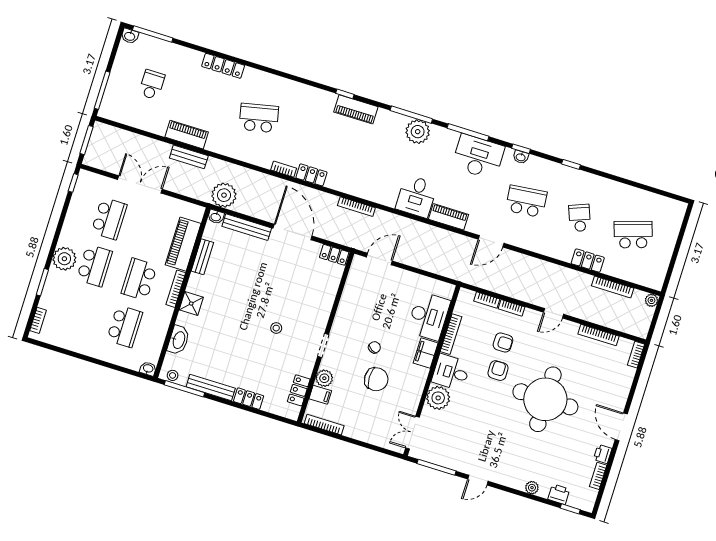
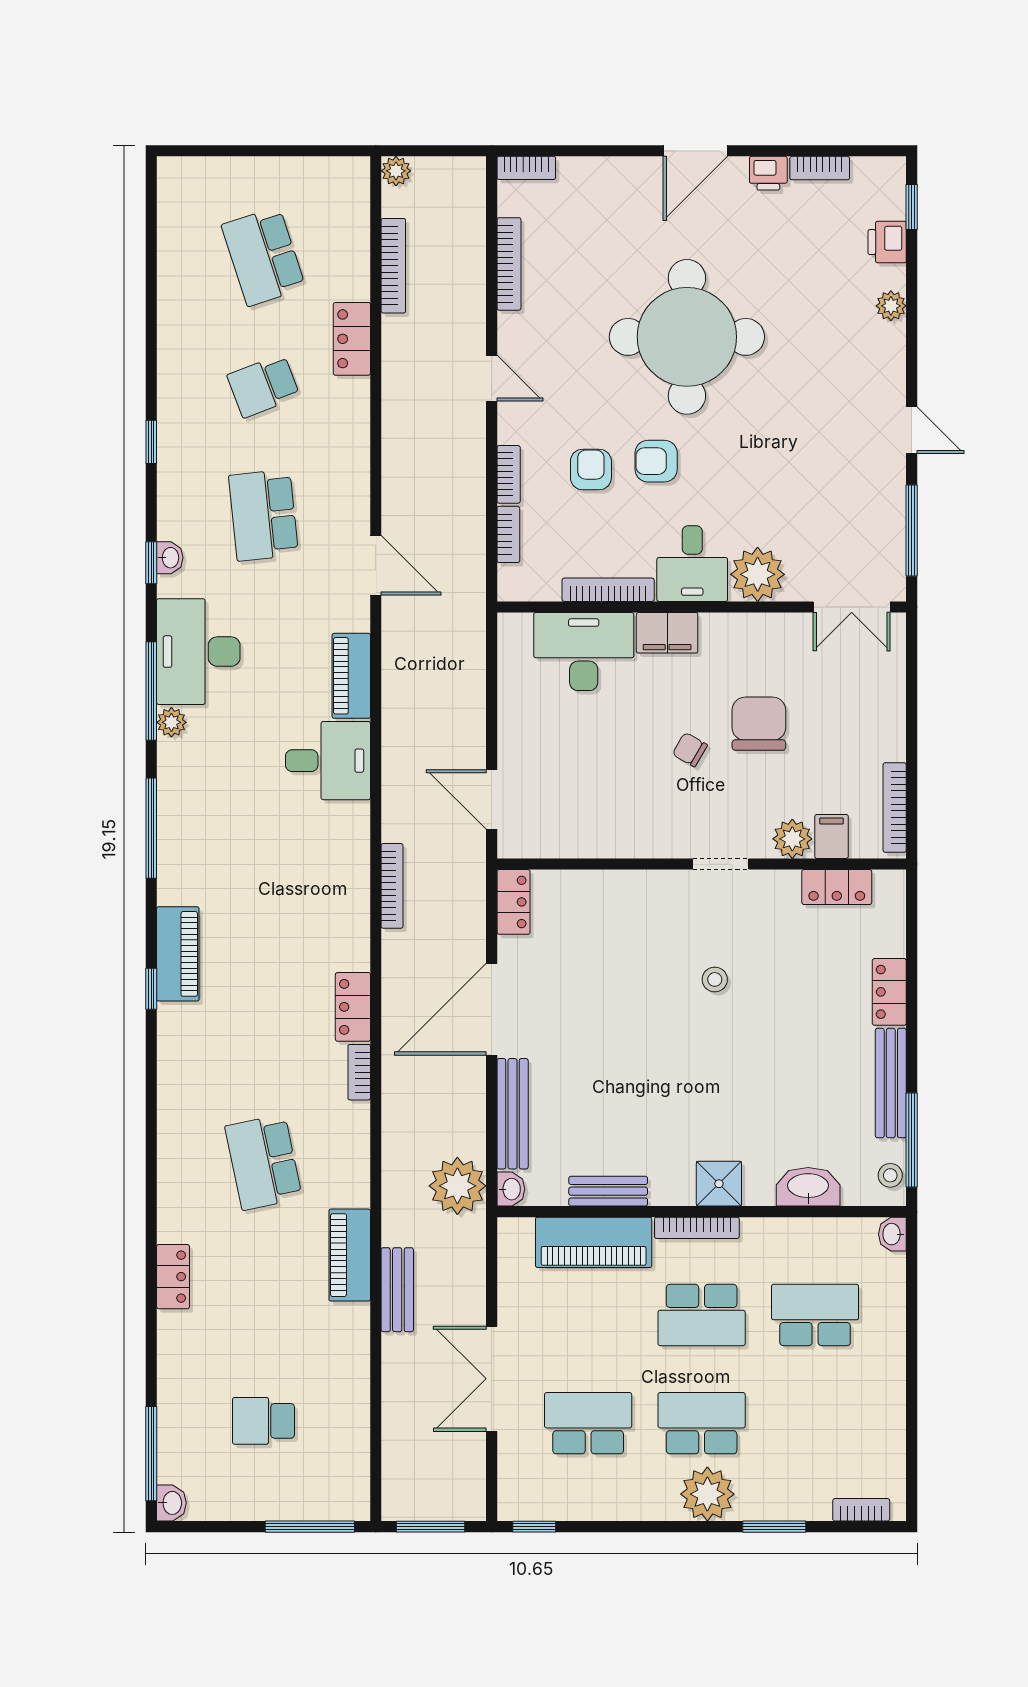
locker: (223, 66) -> (173, 1277), width x0.66
plant: (418, 132) -> (171, 722), moved, width x0.53, depth x0.53
piano: (187, 135) -> (350, 1255), moved

